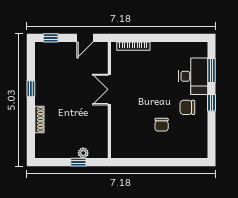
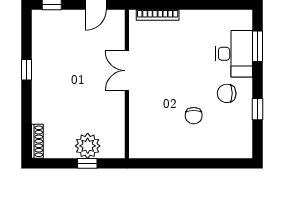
window: (212, 103) -> (257, 109), moved
shoe rack: (39, 119) -> (37, 141), moved
plant: (83, 153) -> (88, 146), width x1.87, depth x1.87

